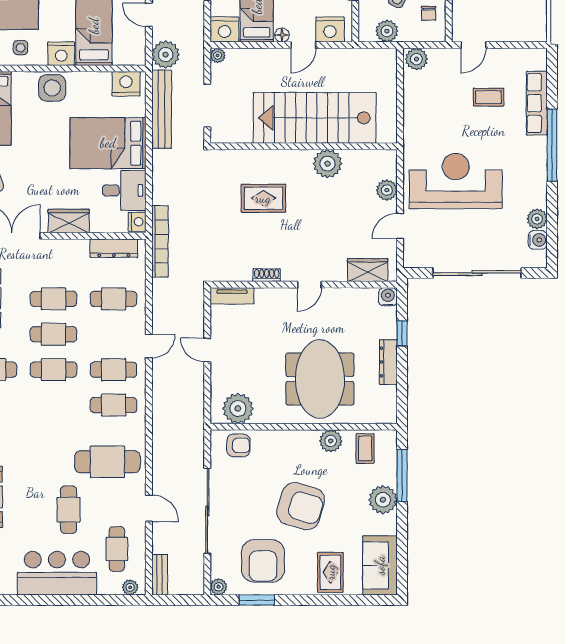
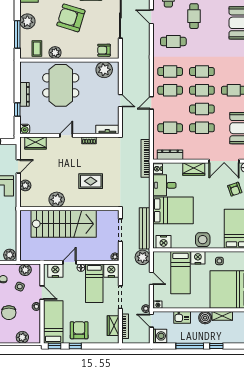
cafe table: (53, 405) -> (202, 72), added
cafe table: (107, 462) -> (173, 41), width x0.73, depth x0.74

